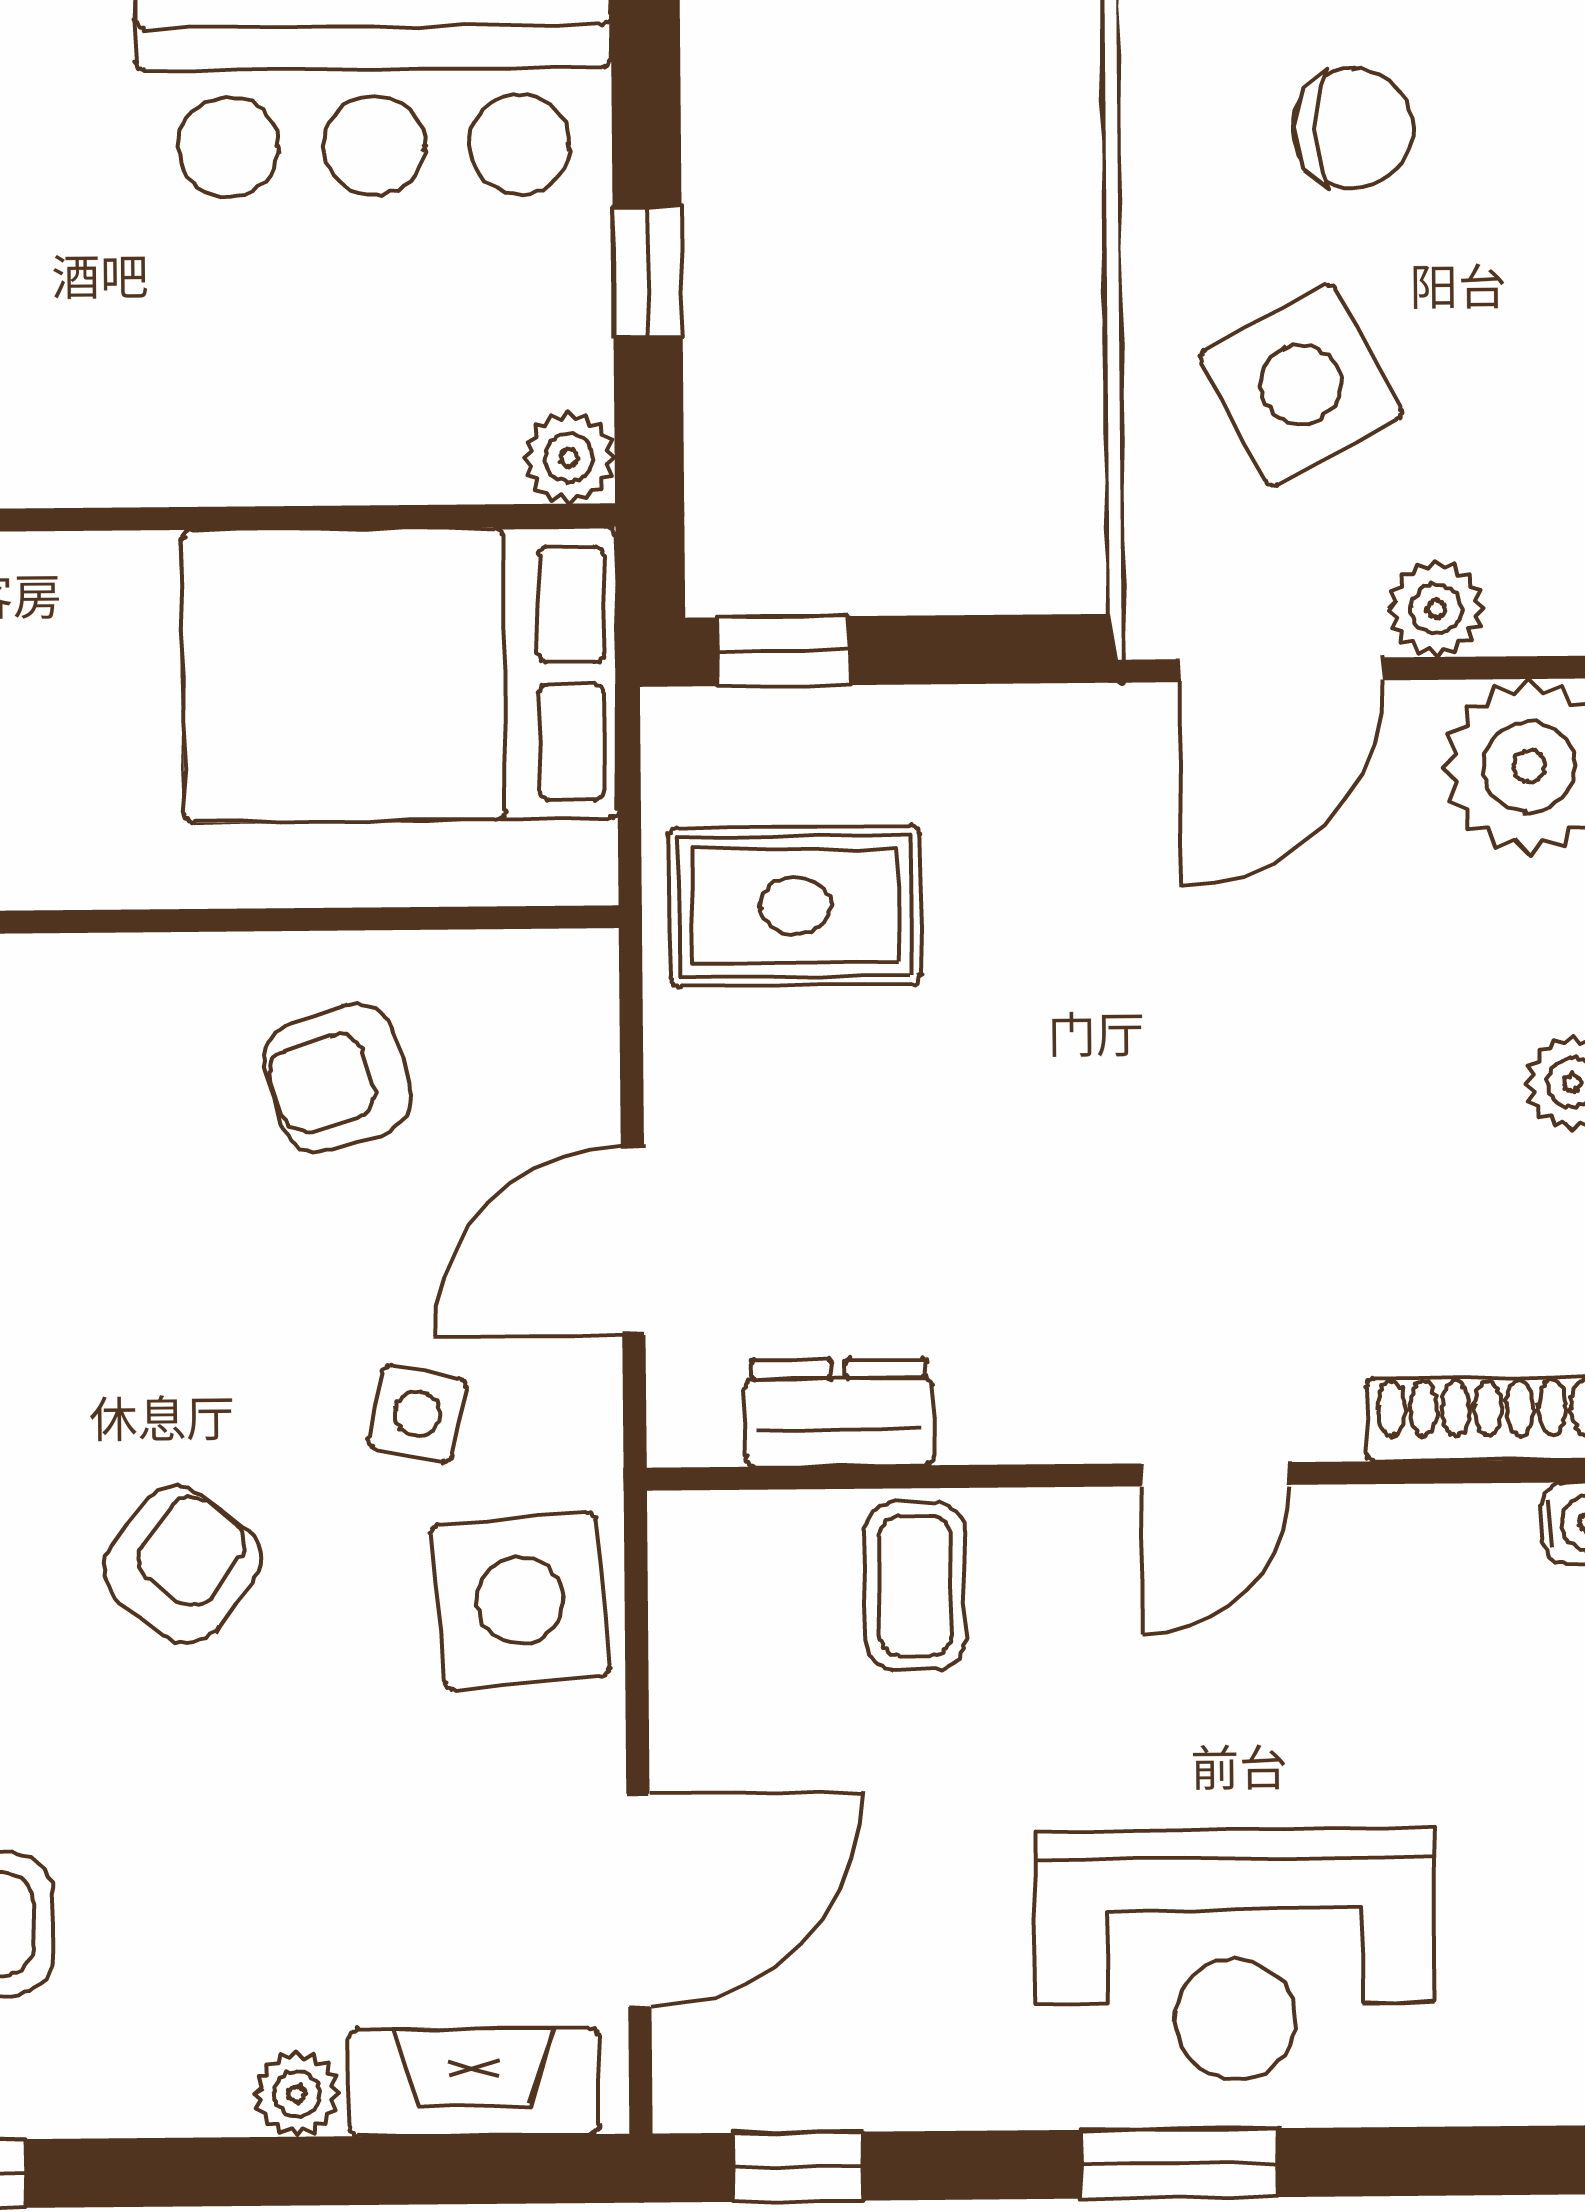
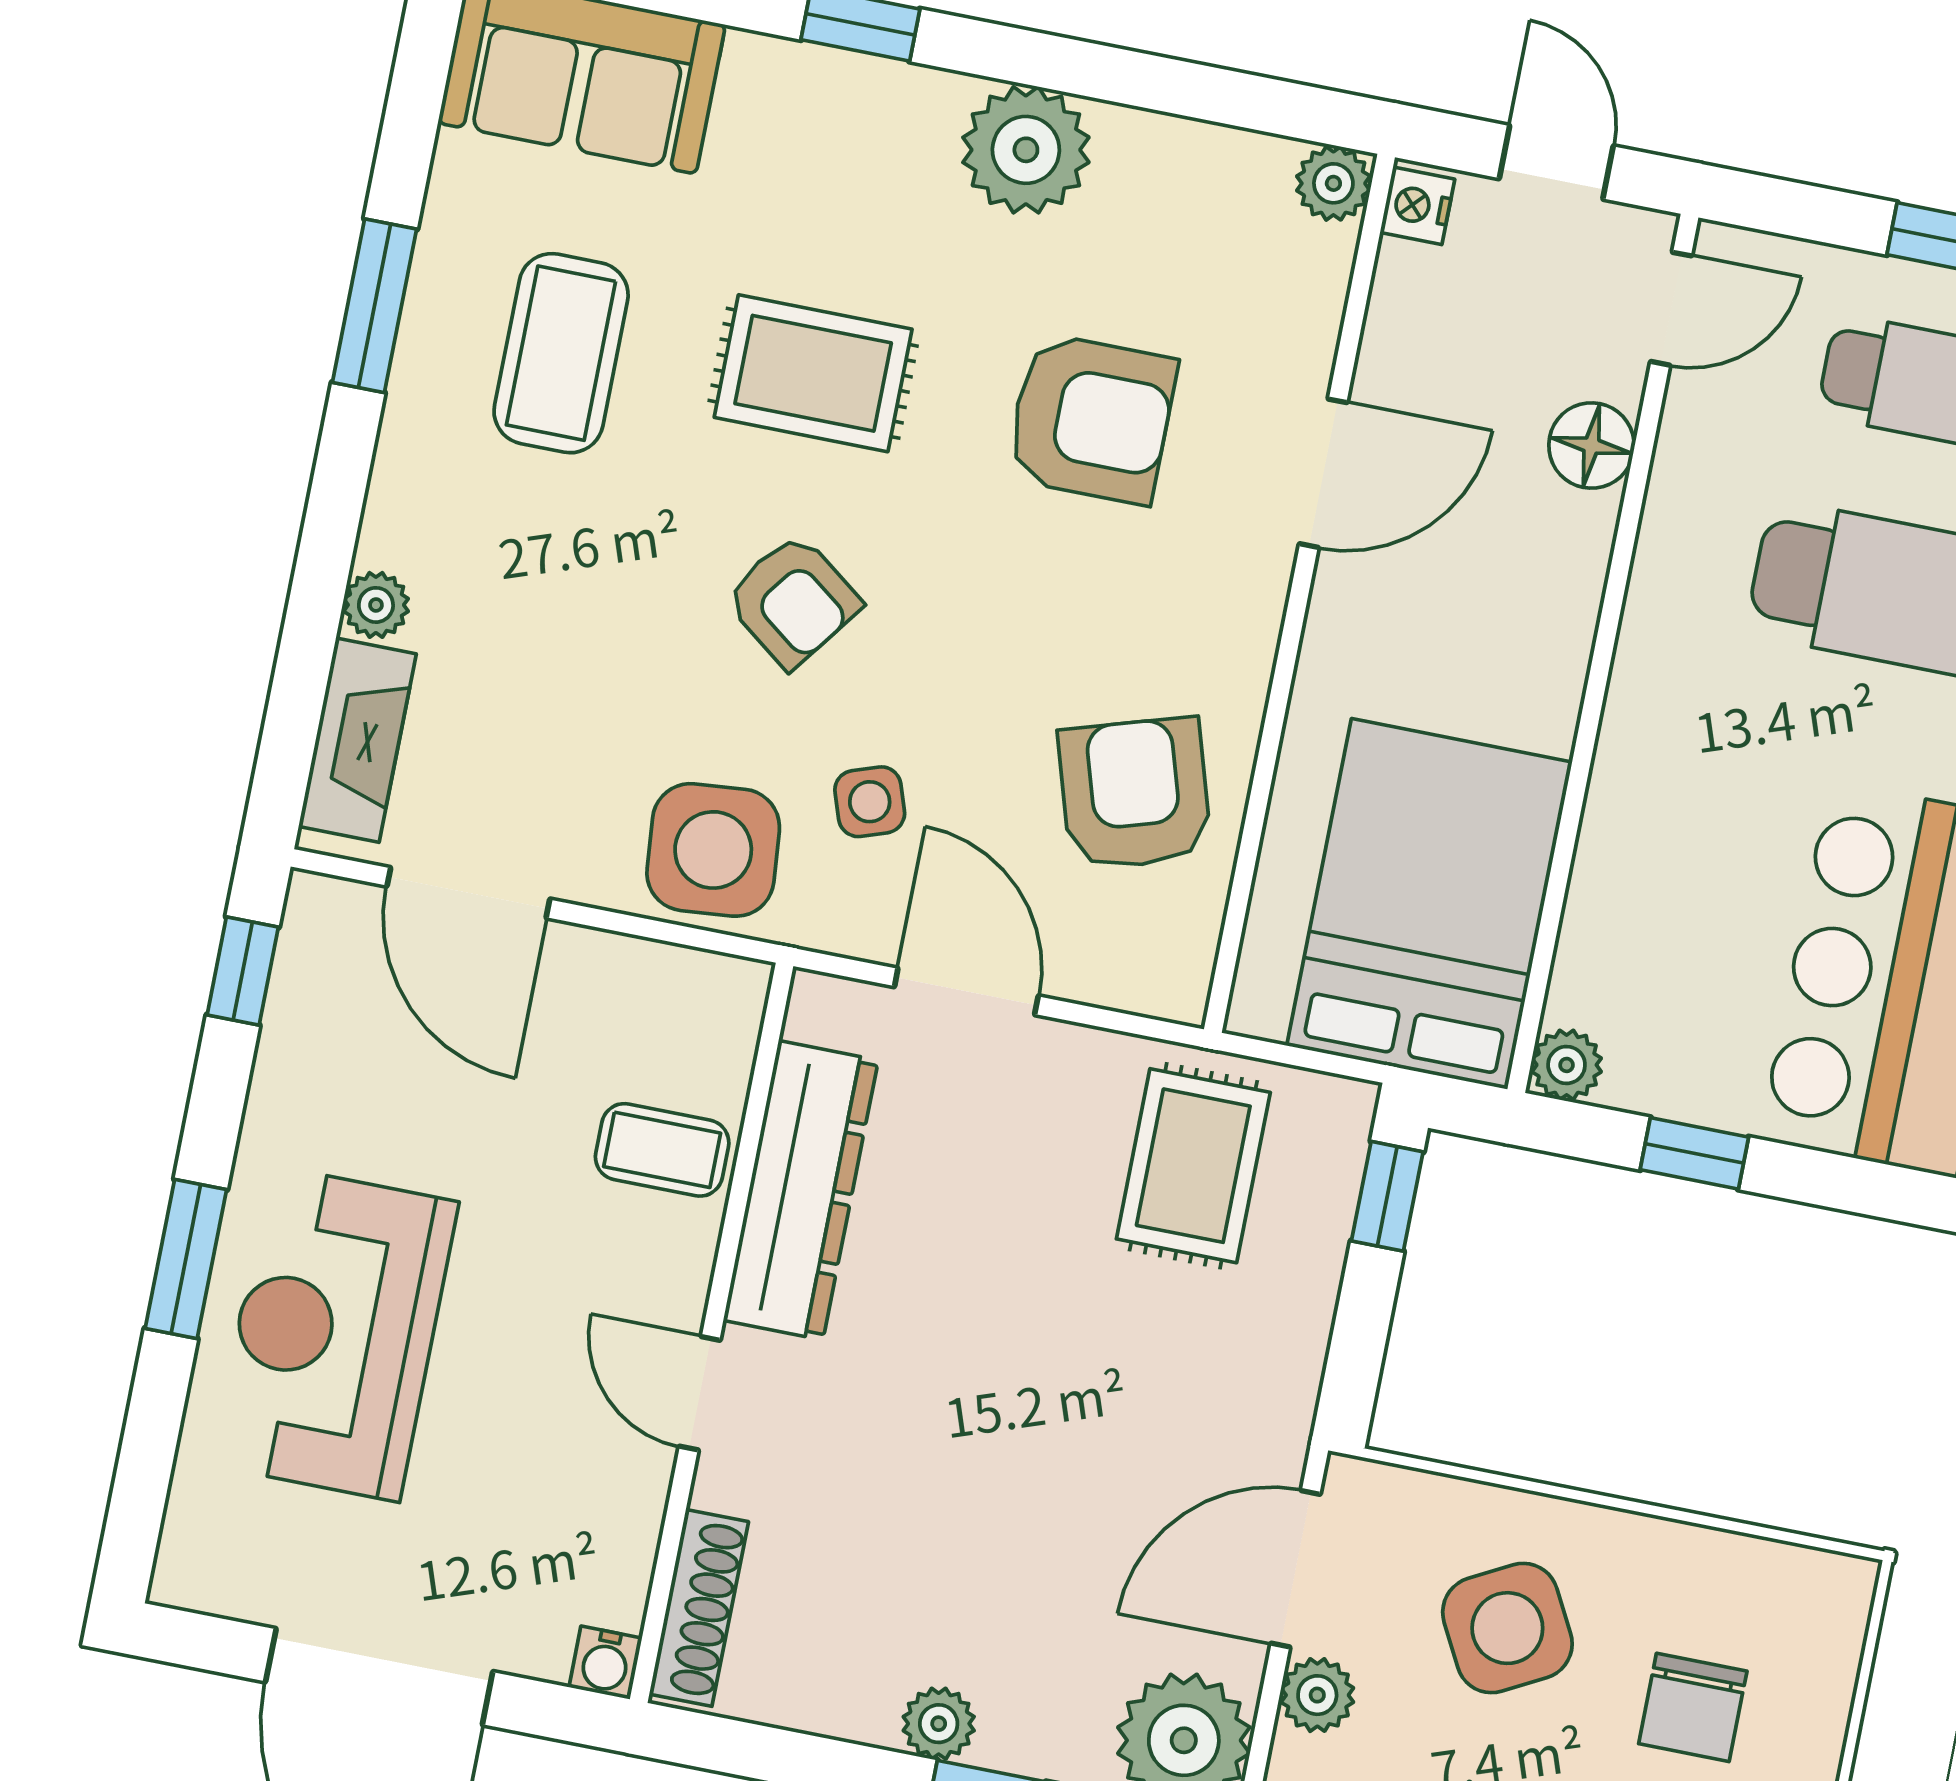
door: (1281, 670) -> (1296, 1569), hinge flipped
armchair: (337, 1079) -> (1135, 794), width x1.38, depth x1.38
dresser: (839, 1413) -> (801, 1190), width x1.96, depth x1.24
side table: (417, 1414) -> (870, 802), turned -31

